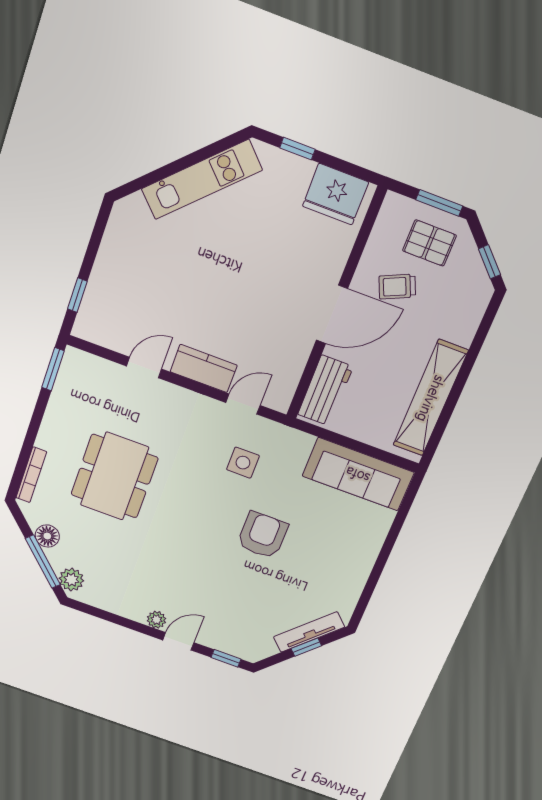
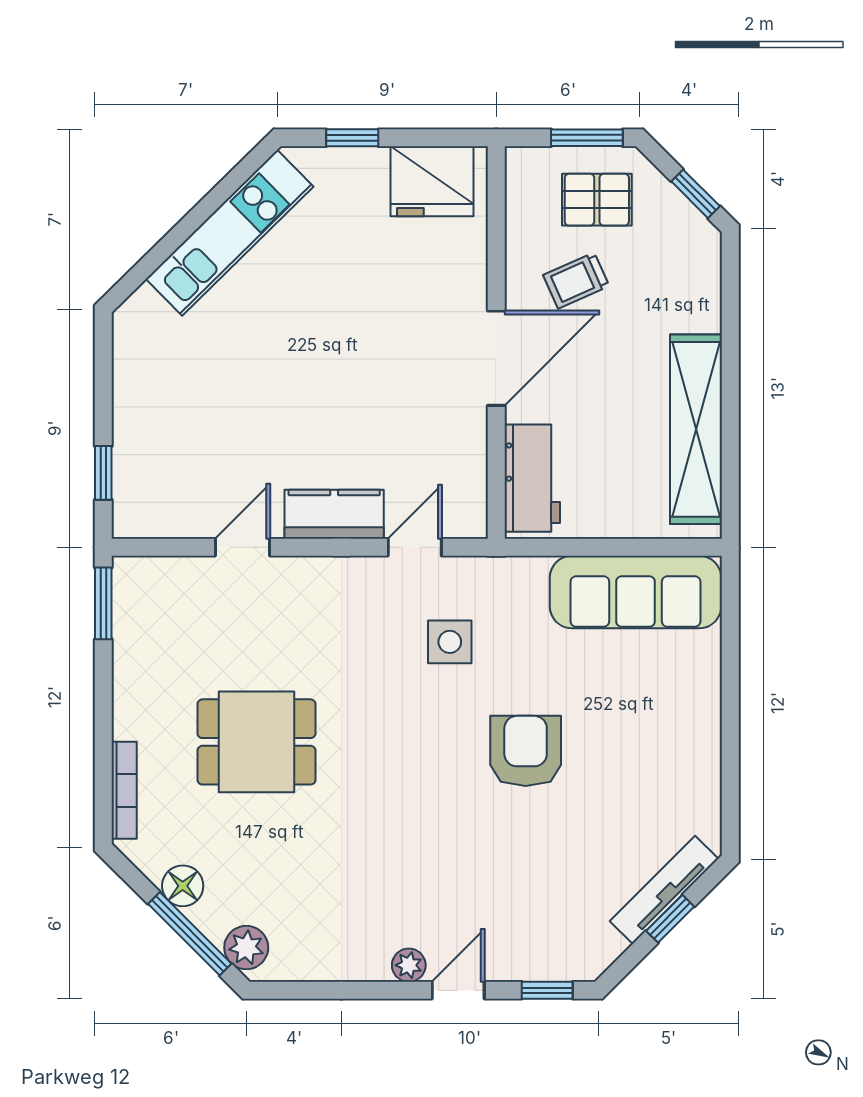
dining table: (114, 476) -> (256, 742), width x0.73

